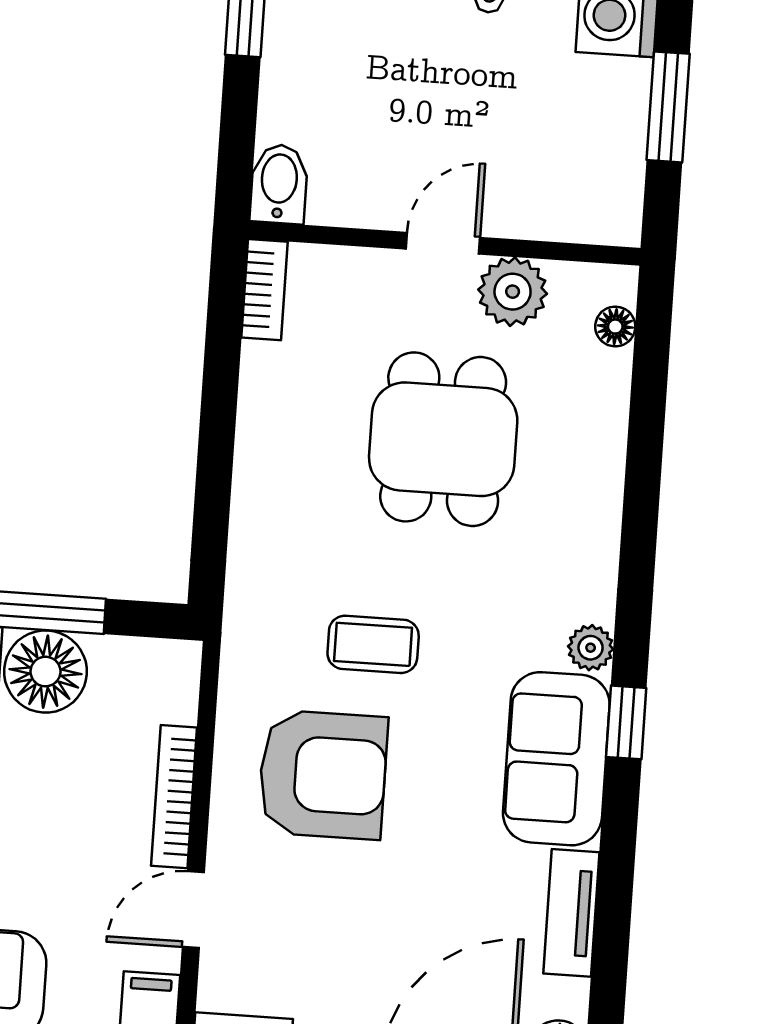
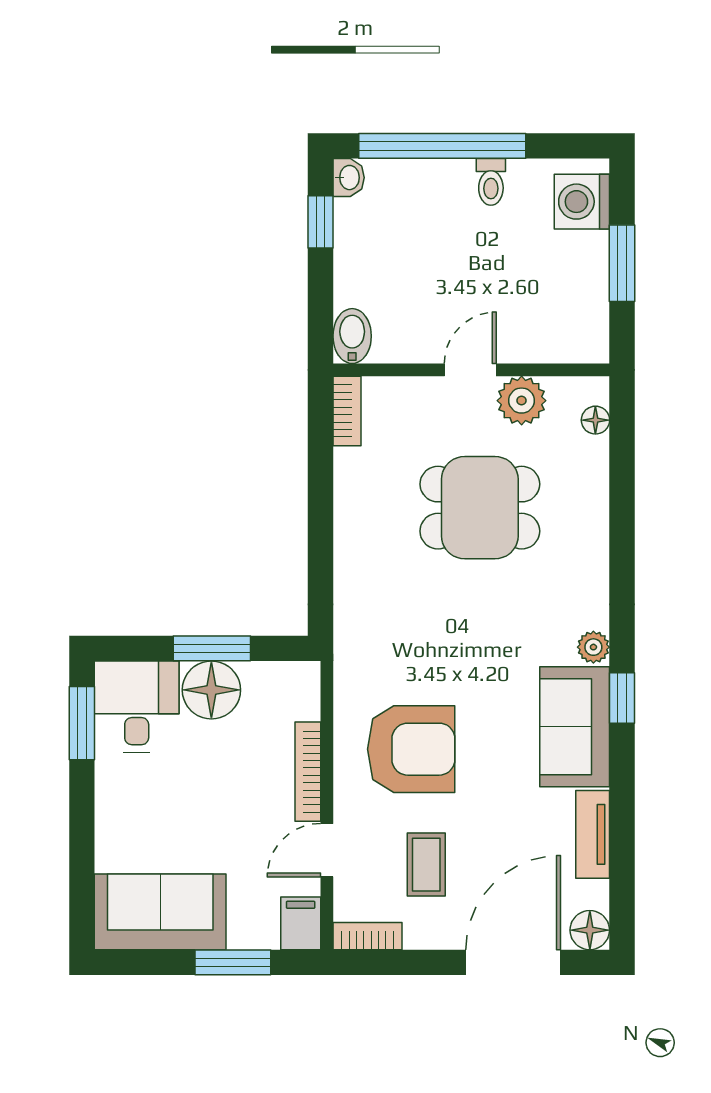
dining table: (443, 439) -> (480, 508), turned 90
coffee table: (373, 644) -> (426, 865), moved, turned 90

